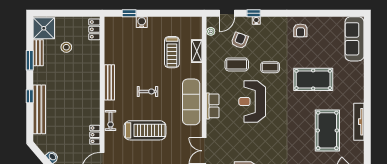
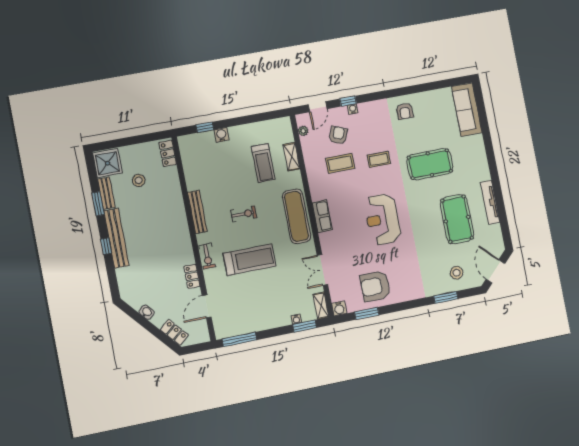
reception desk: (252, 102) -> (382, 219), moved
bench: (39, 109) -> (116, 238), moved

